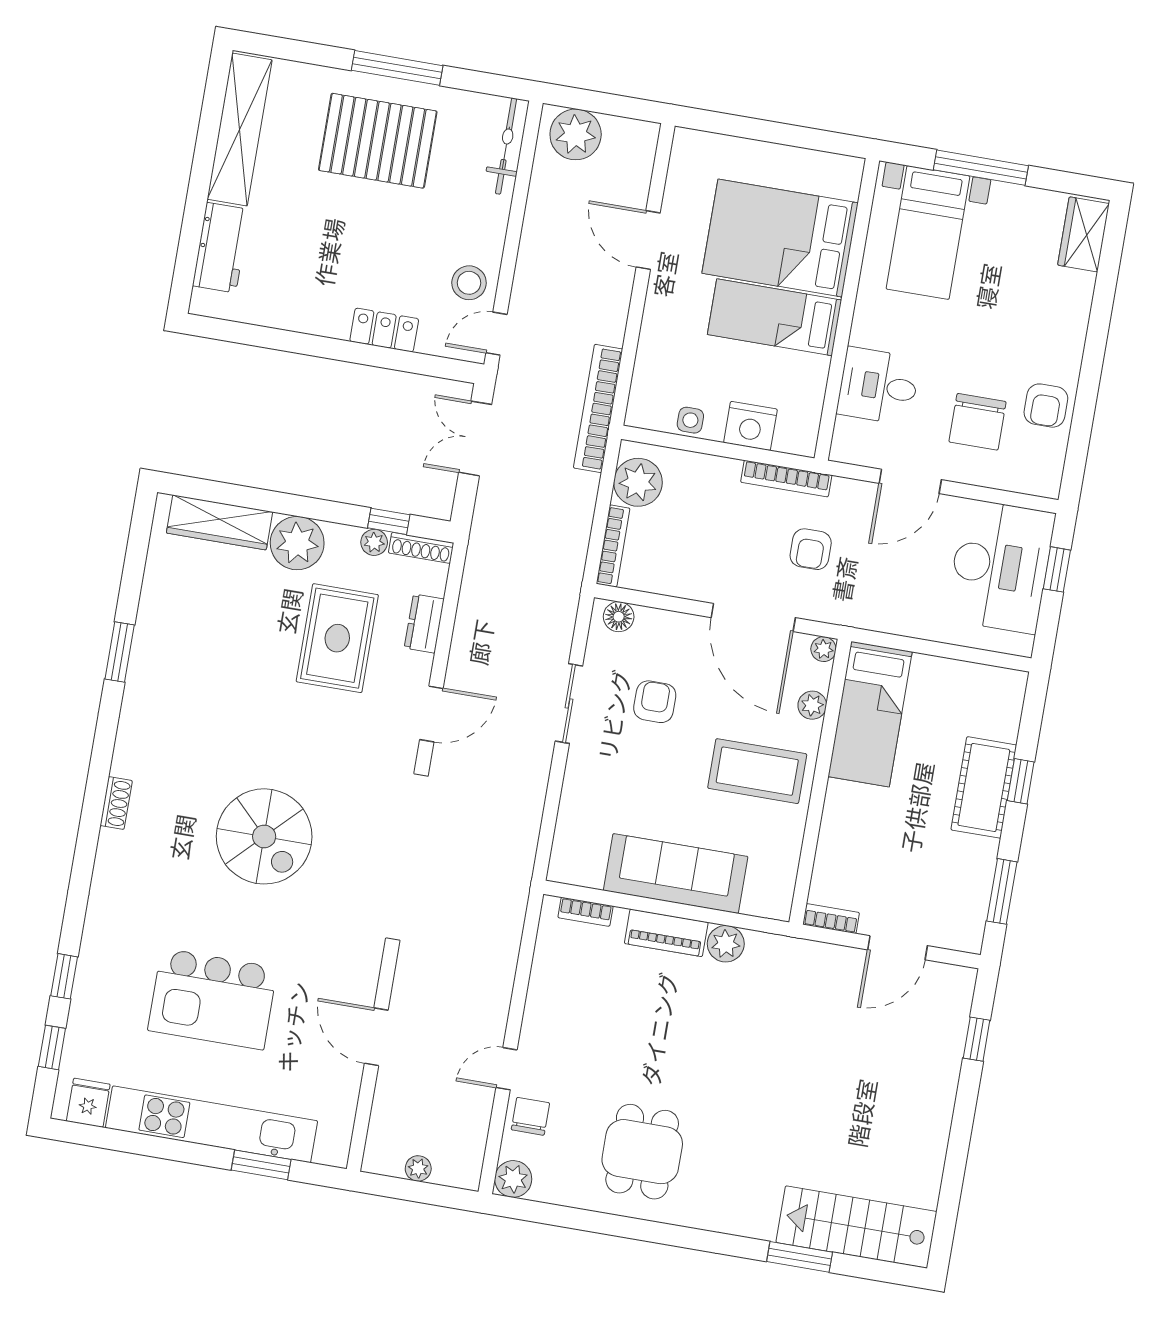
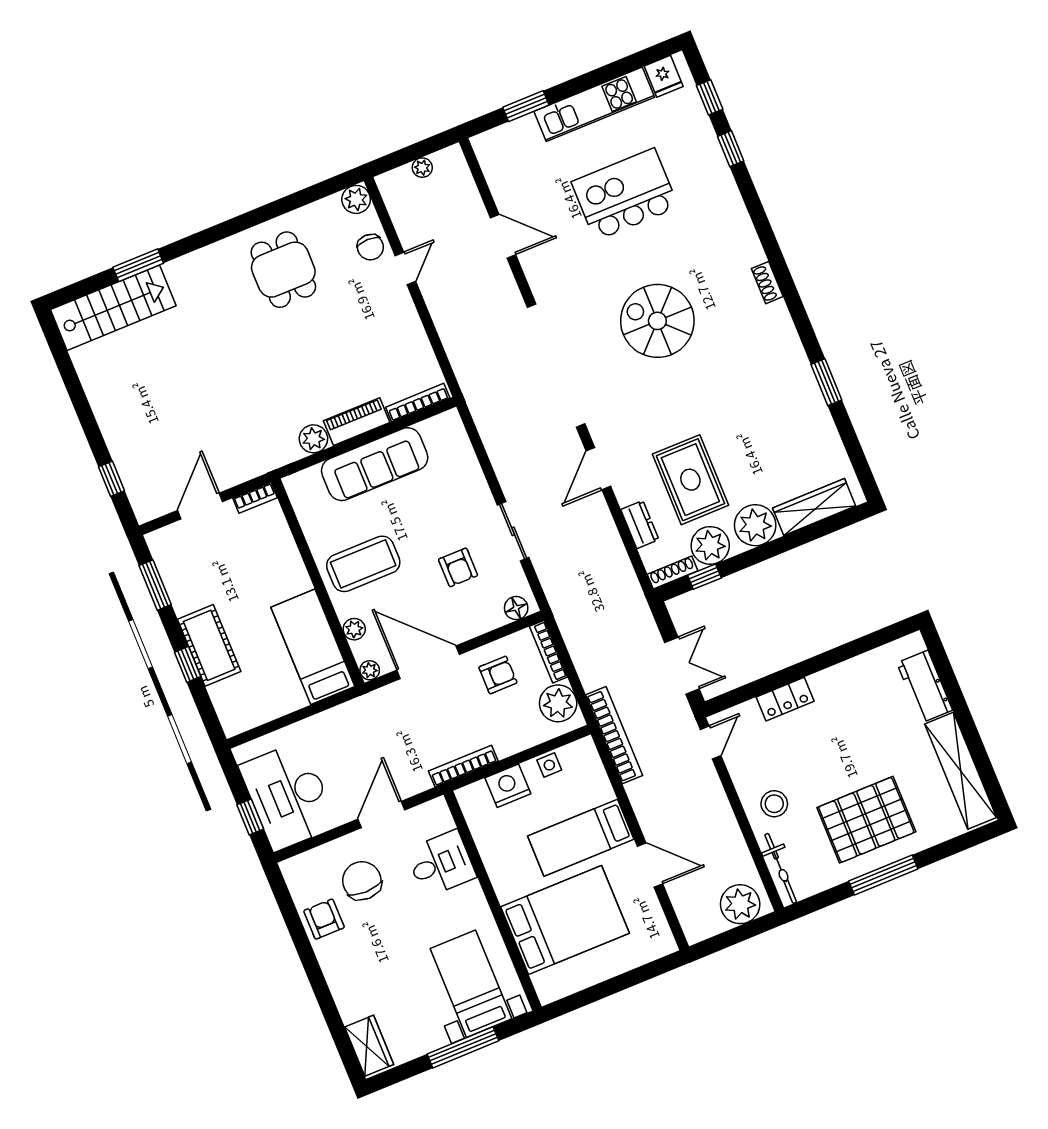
stool: (469, 283) -> (774, 804), moved
bed: (774, 317) -> (581, 838), moved, turned 180
plant: (374, 542) -> (710, 545), width x1.87, depth x1.87
armchair: (811, 549) -> (498, 675), moved, turned 90
bookcase: (585, 912) -> (418, 403), width x1.56
kitchen unit: (212, 1124) -> (594, 104), width x0.73

